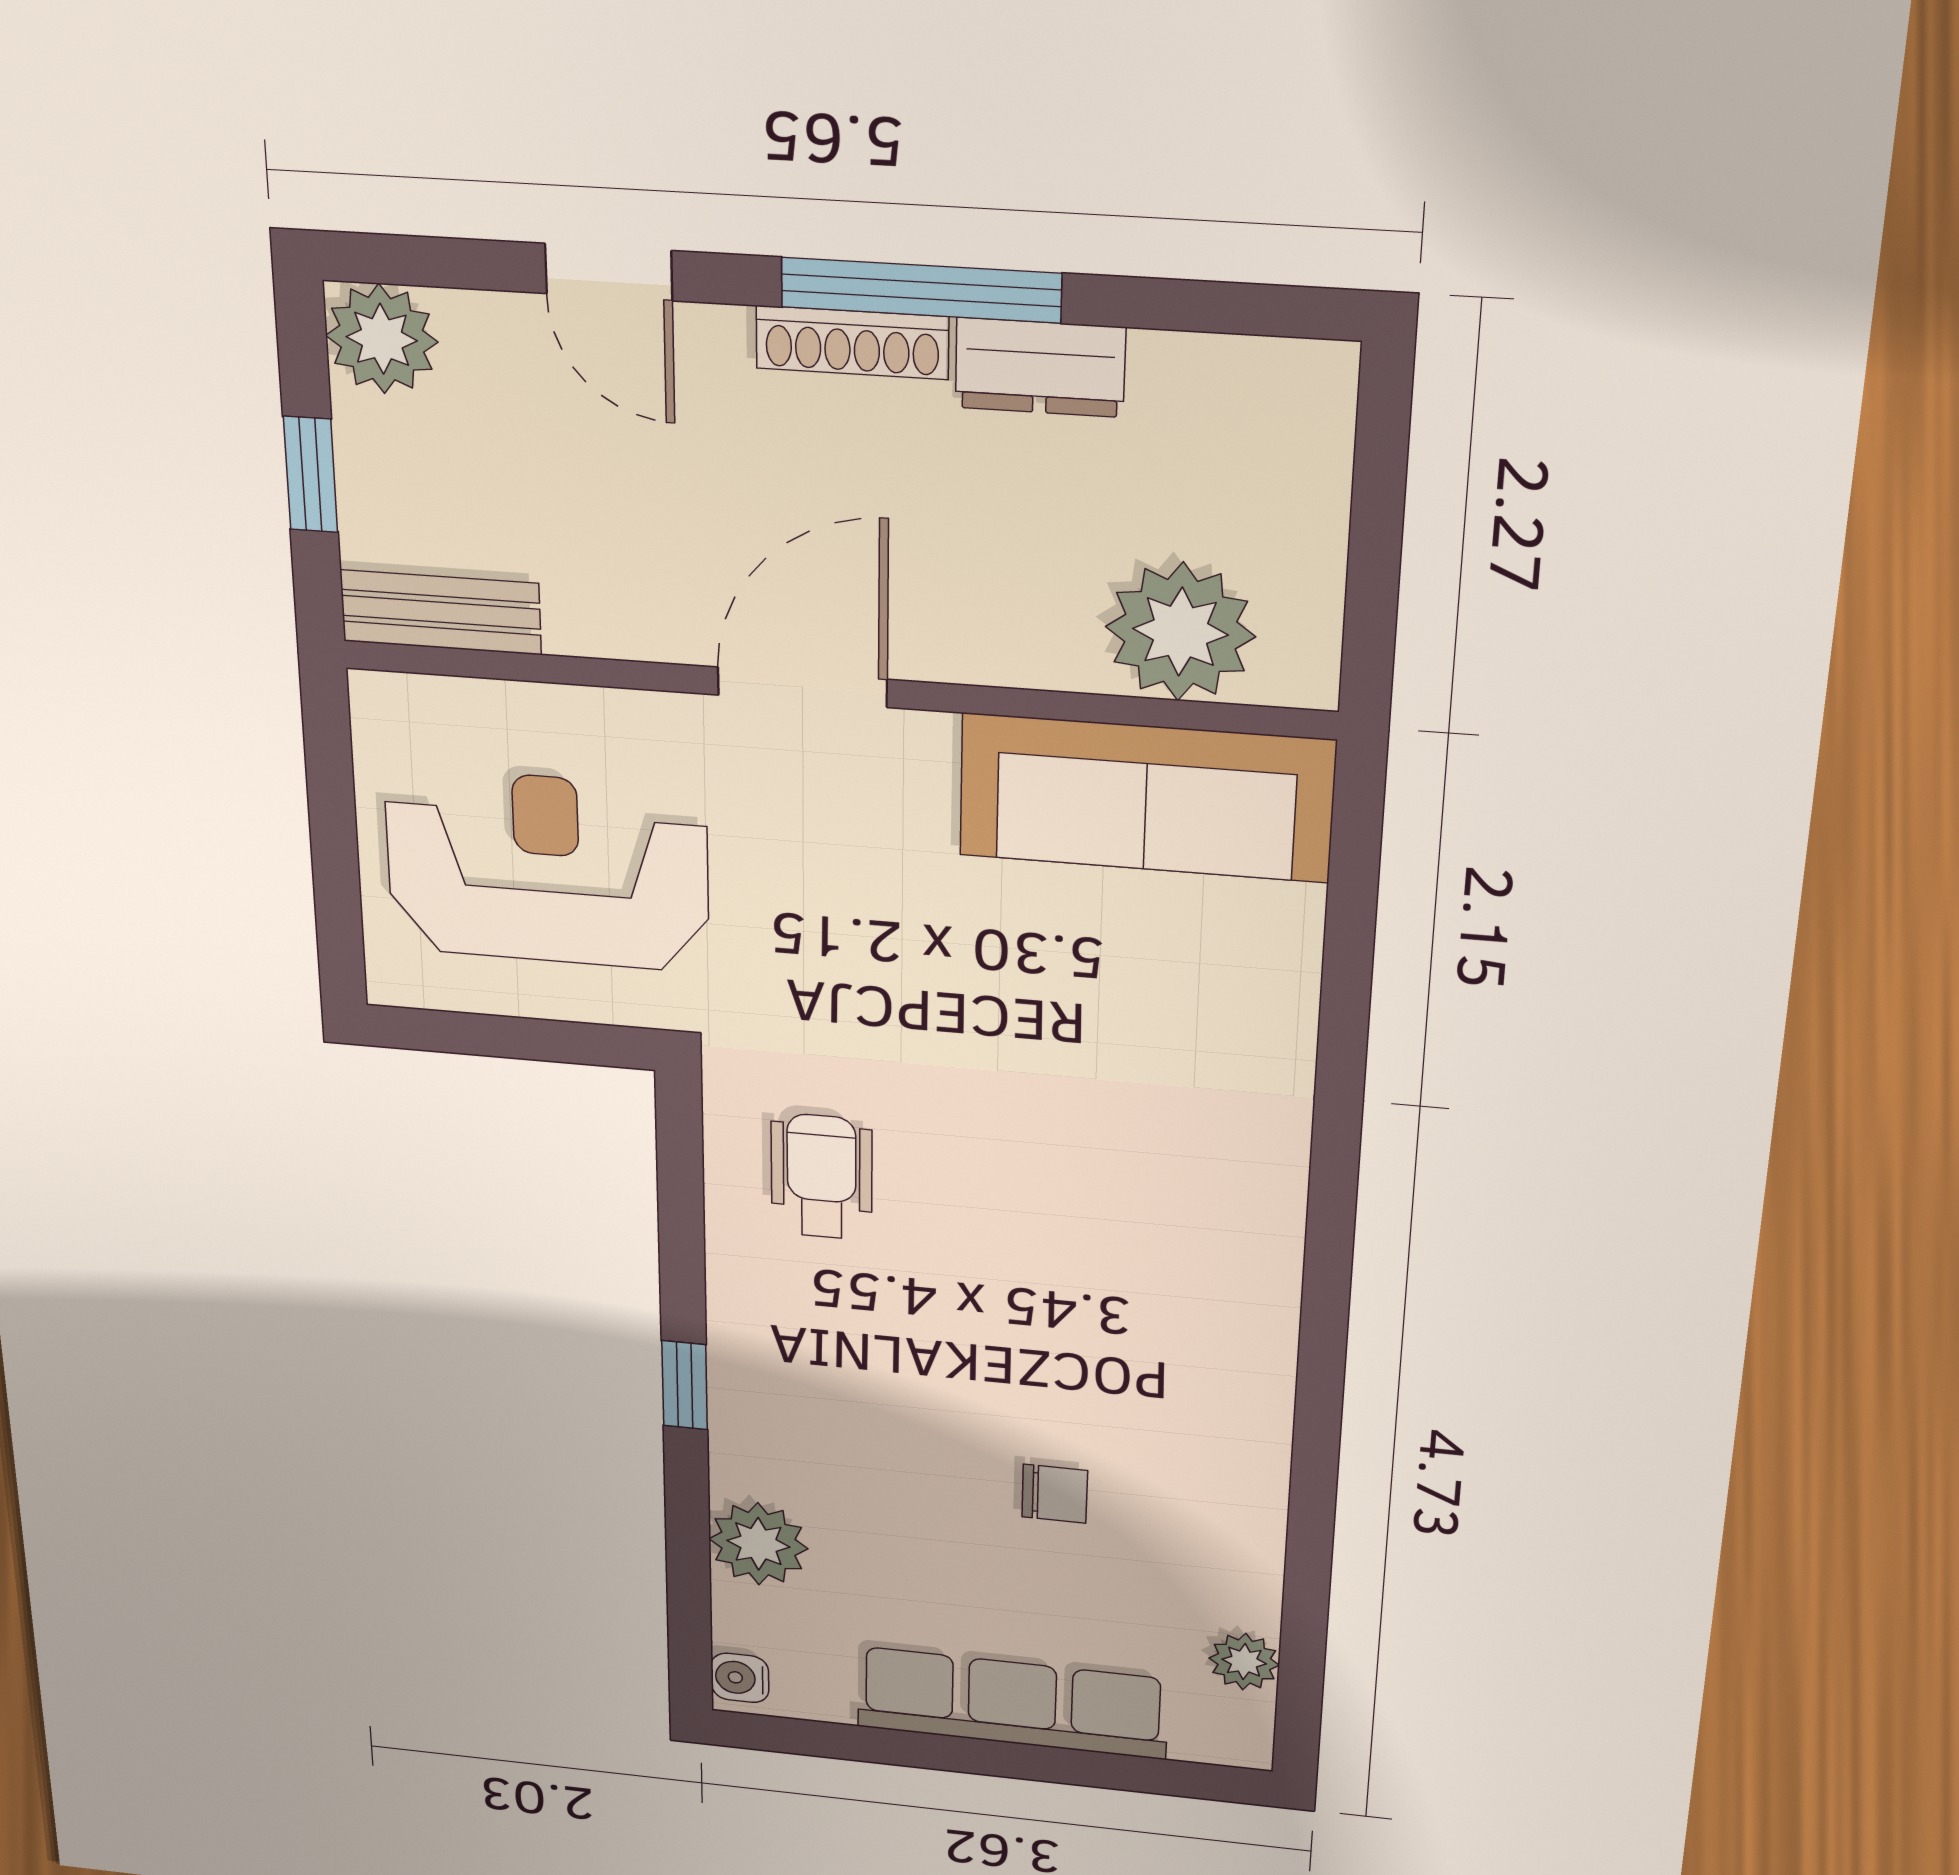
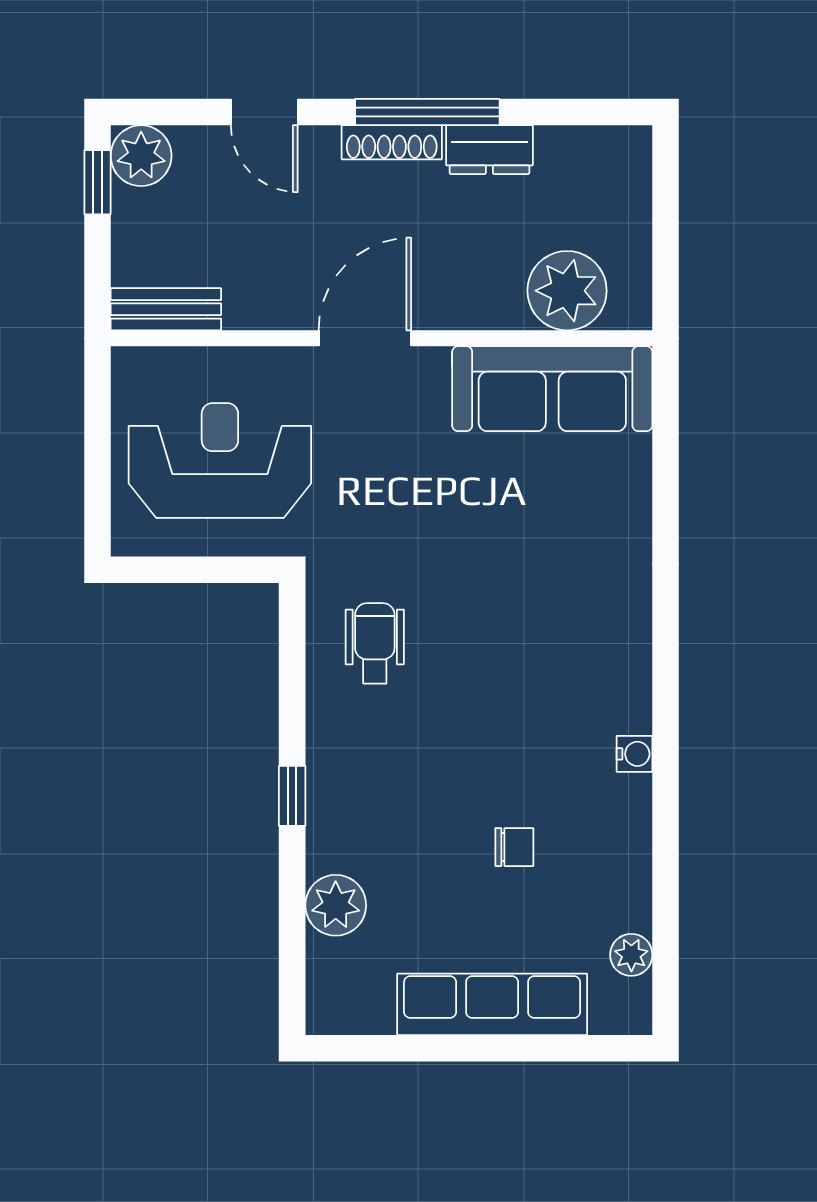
window: (311, 474) -> (98, 182), moved
water cooler: (740, 1678) -> (634, 754), moved, turned 180

